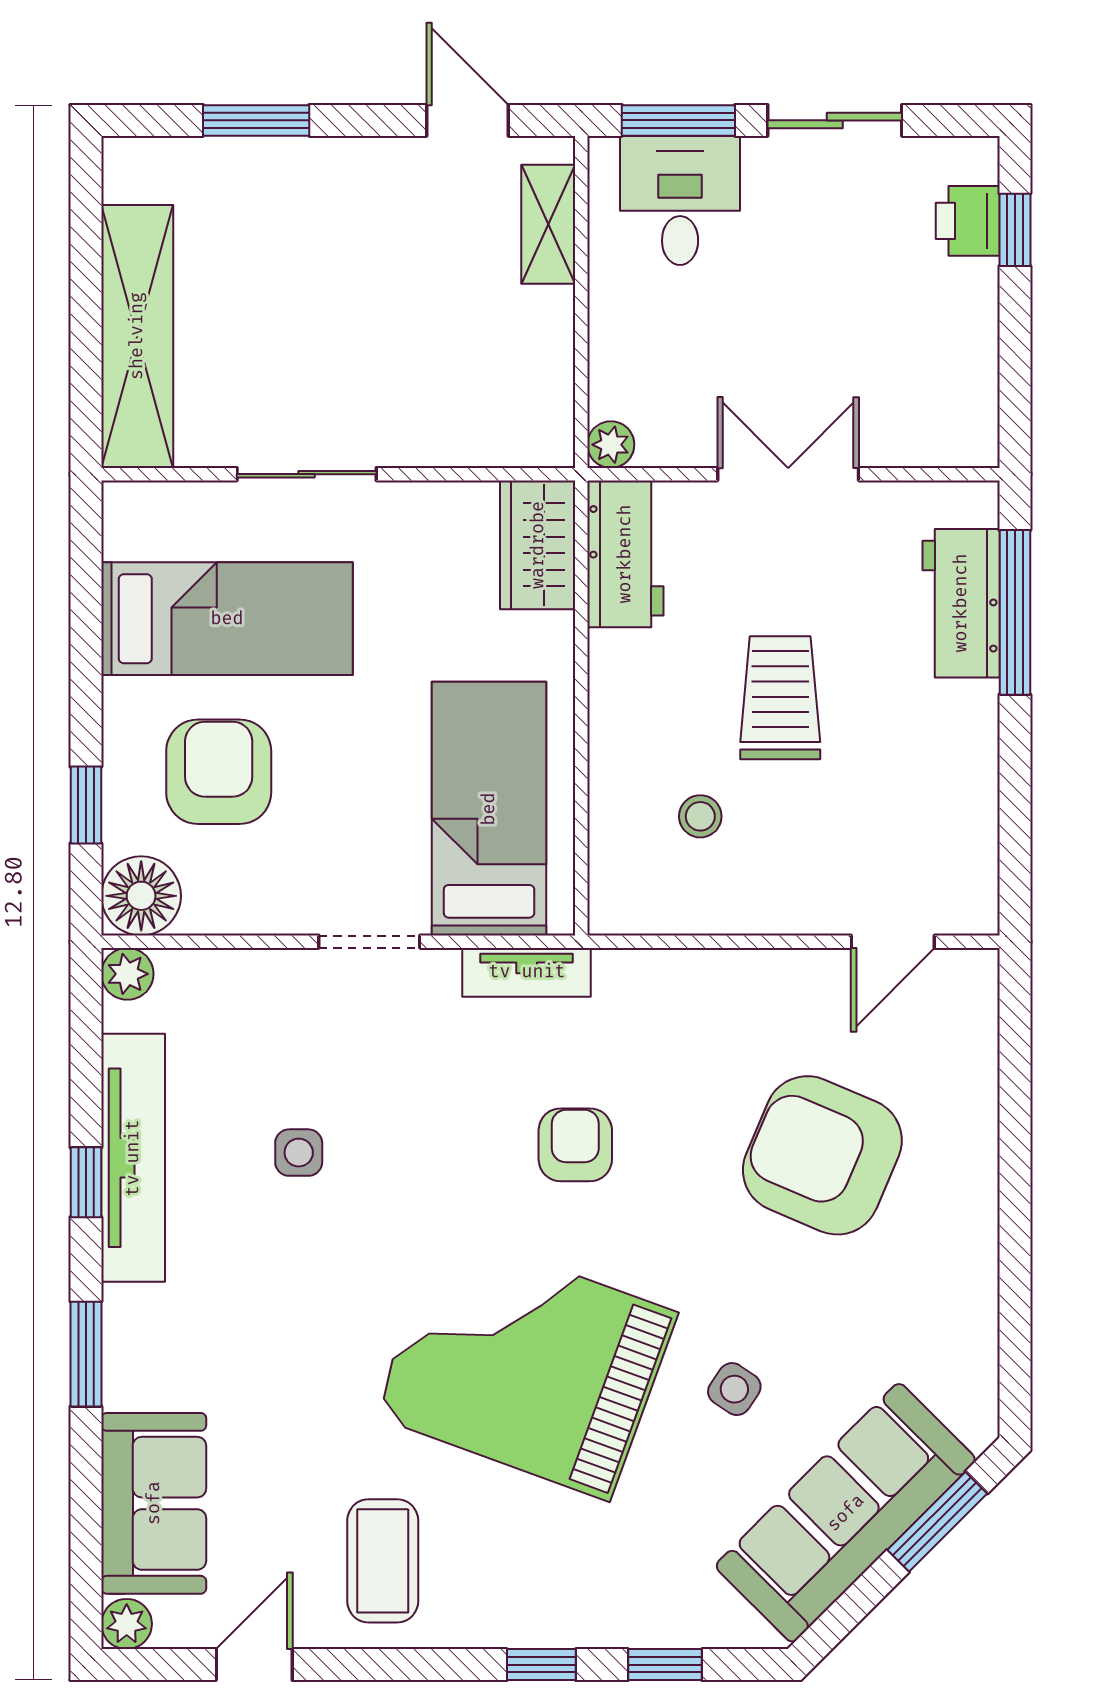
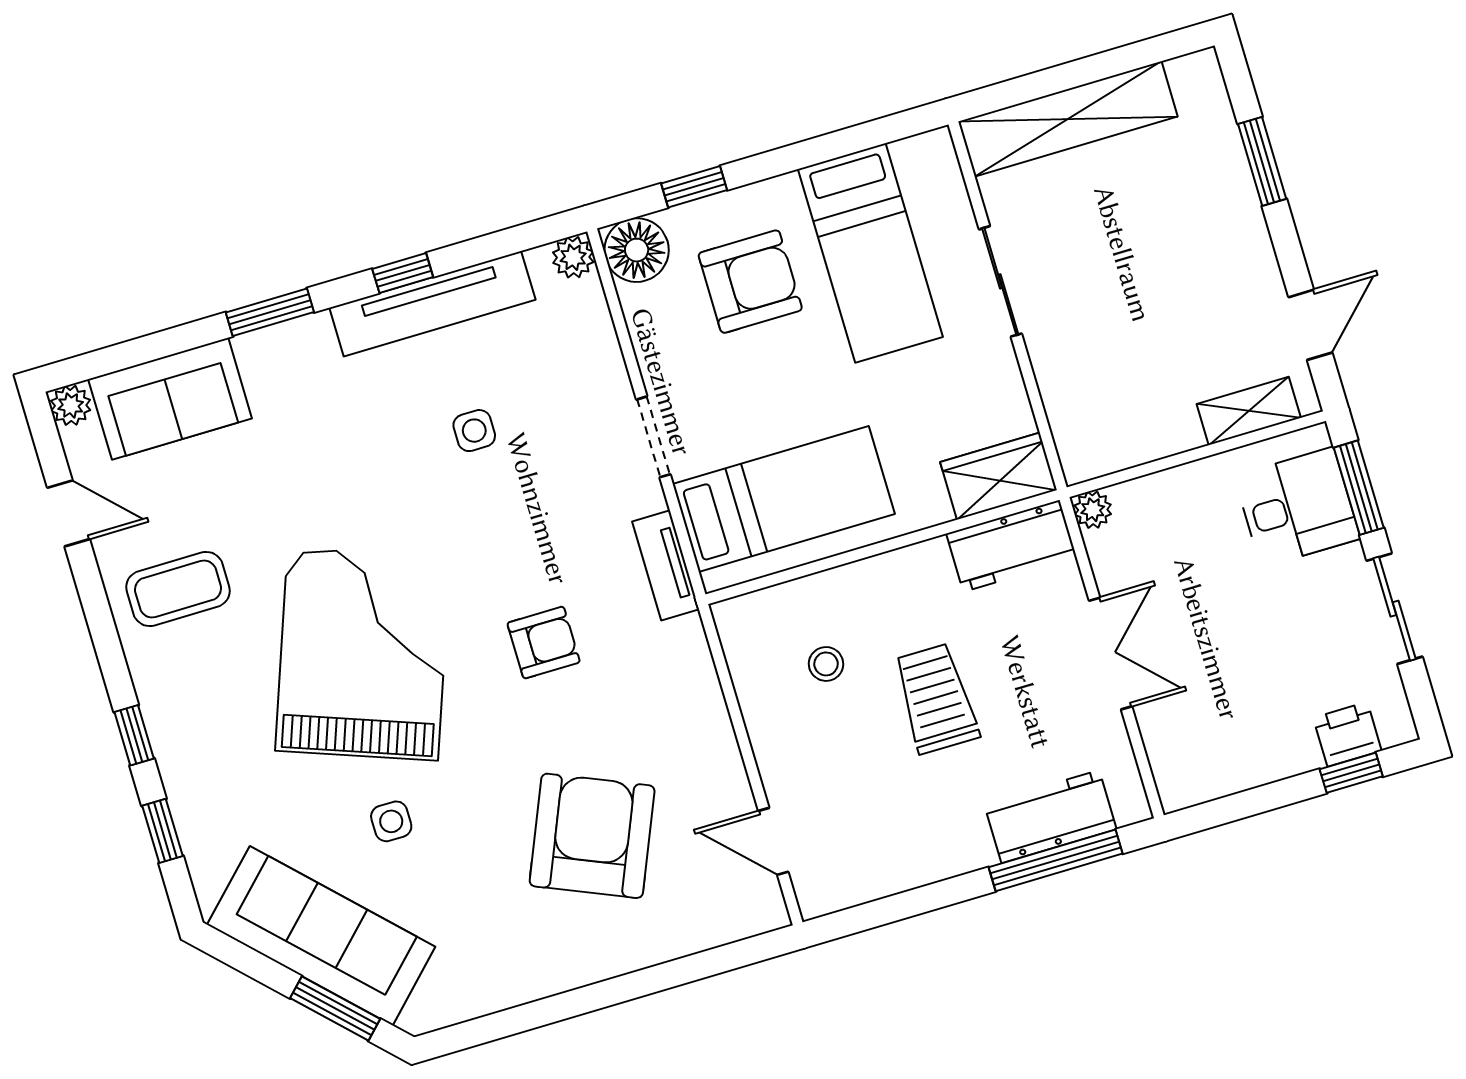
trolley: (780, 698) -> (936, 699), turned -90
side table: (734, 1389) -> (391, 821), turned -34

